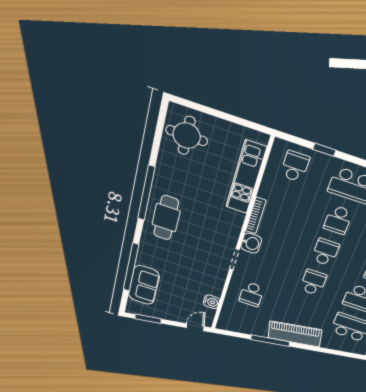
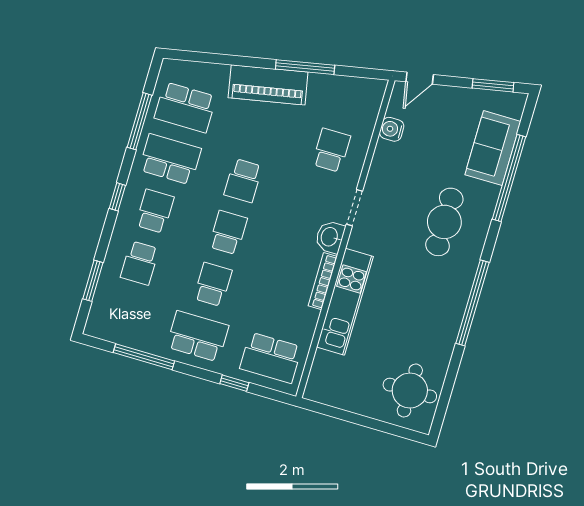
school desk: (295, 166) -> (271, 358), width x1.85
kitchen unit: (246, 177) -> (345, 302), moved
cafe table: (166, 218) -> (444, 222), moved
school desk: (325, 252) -> (228, 233), turned 180

